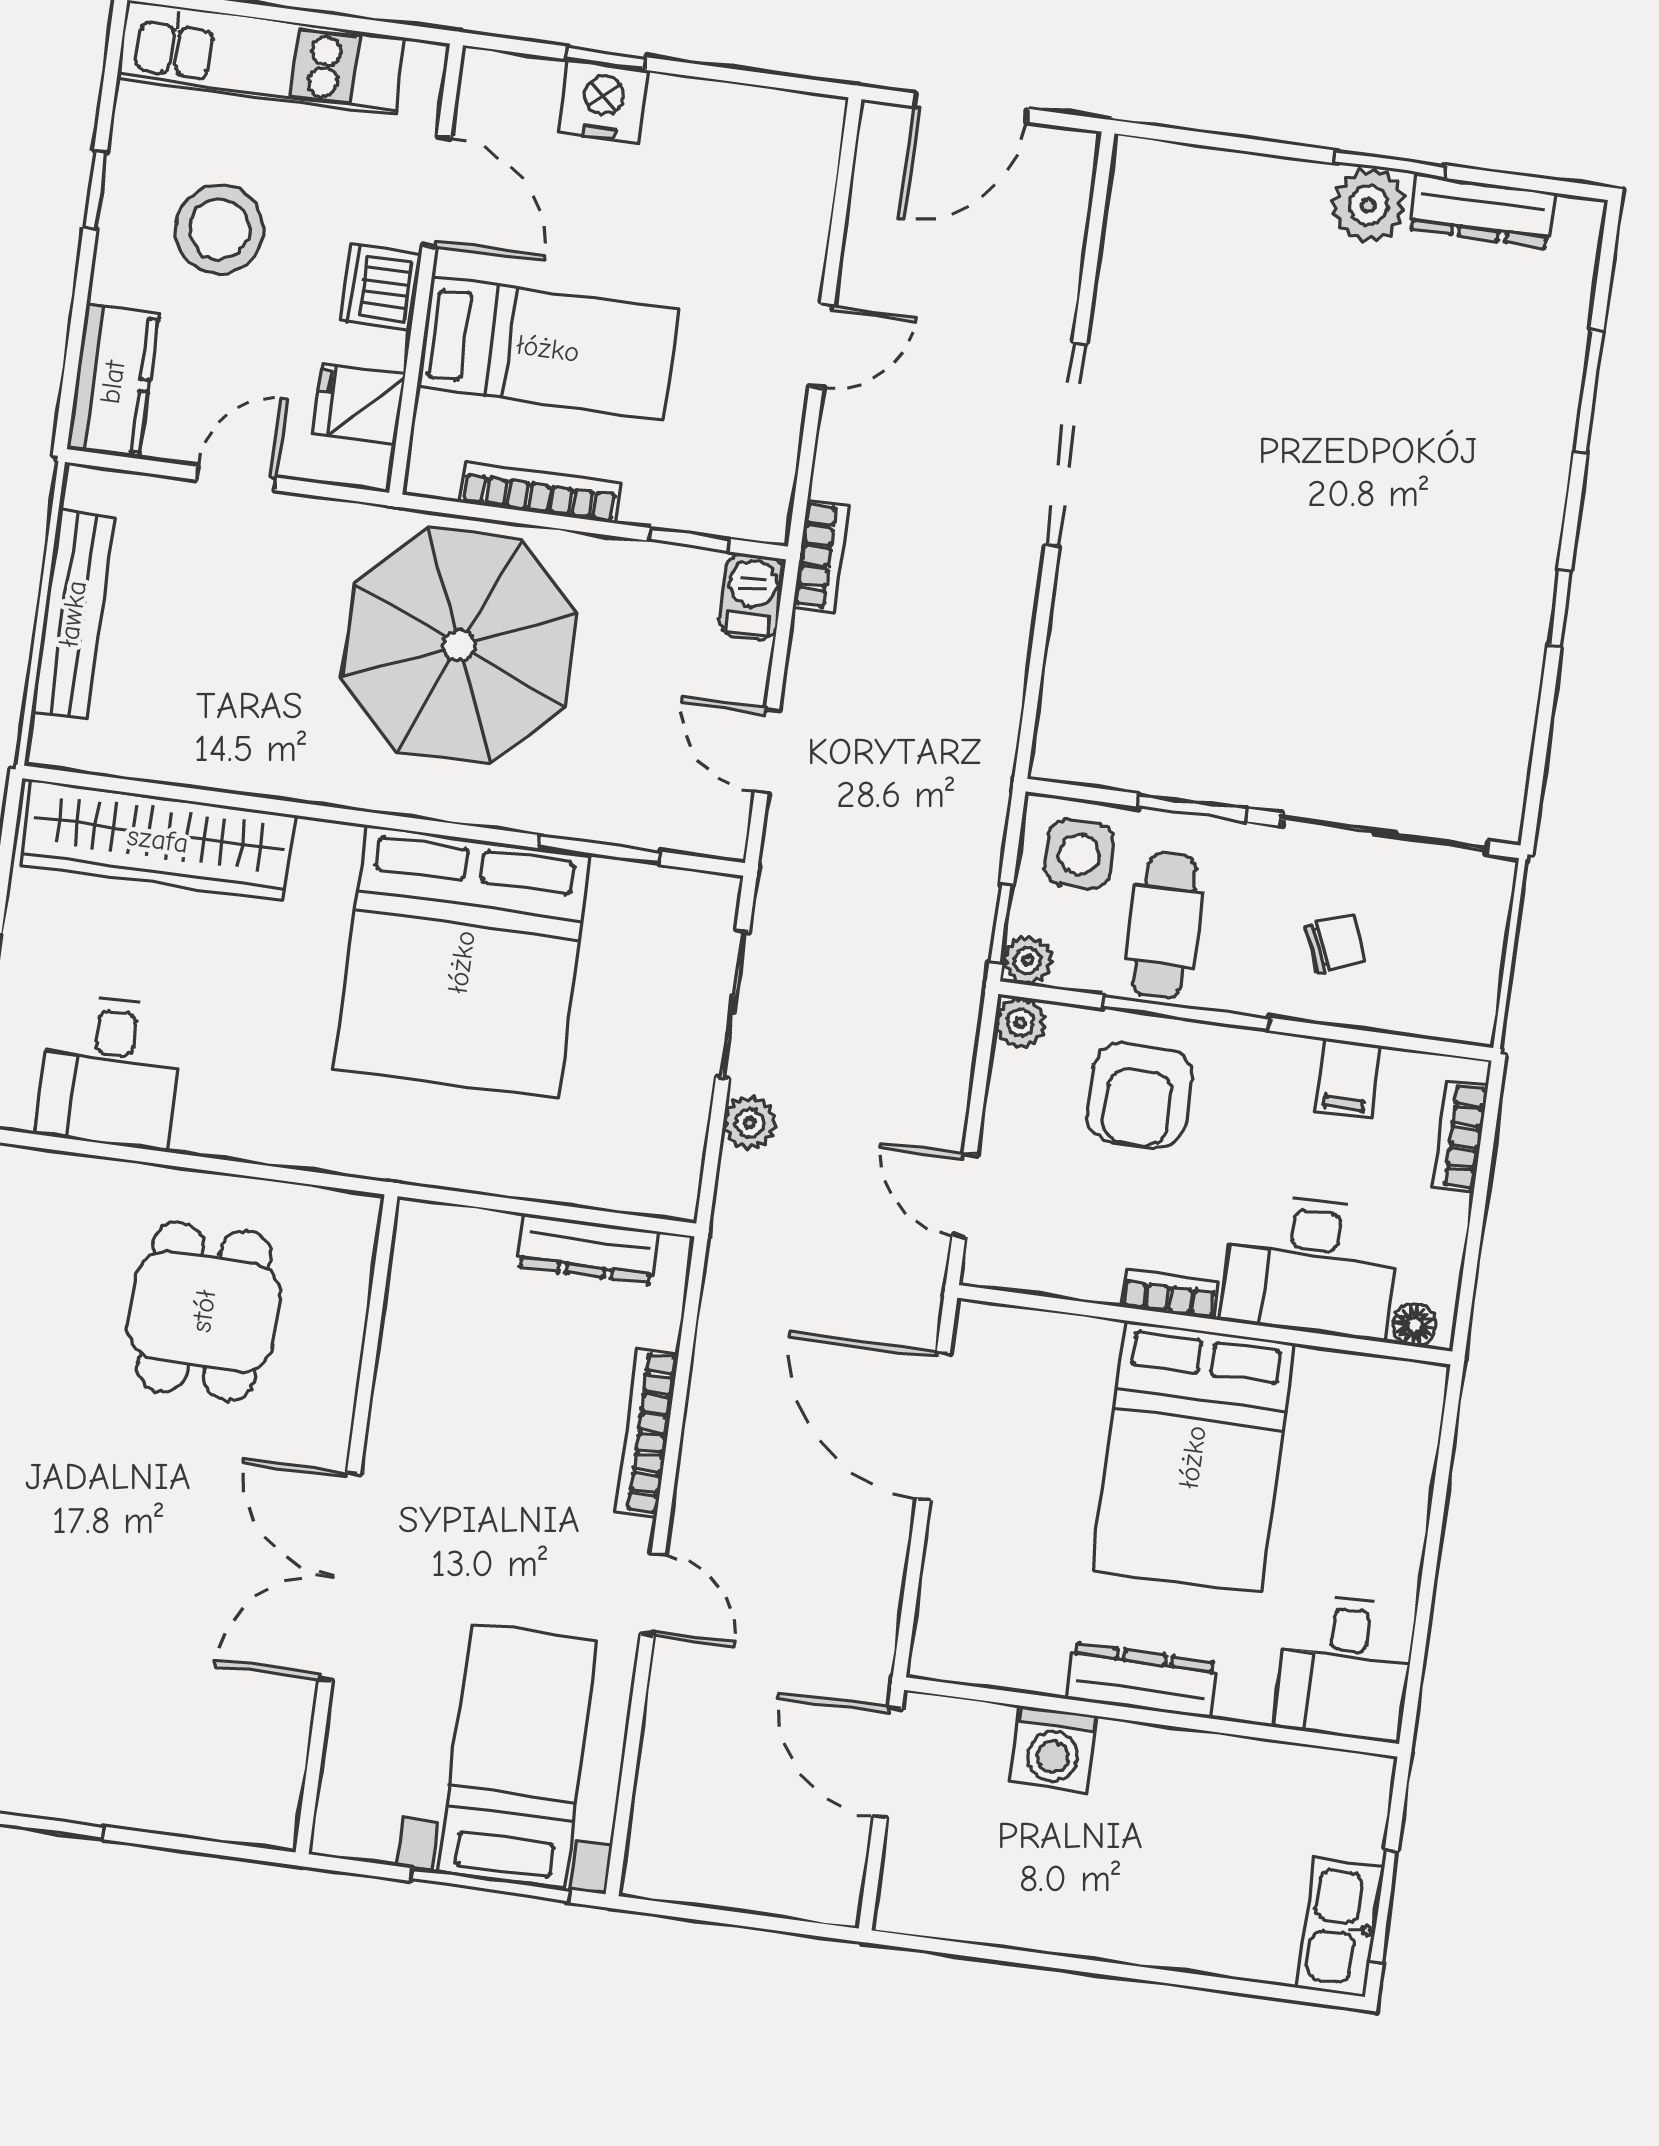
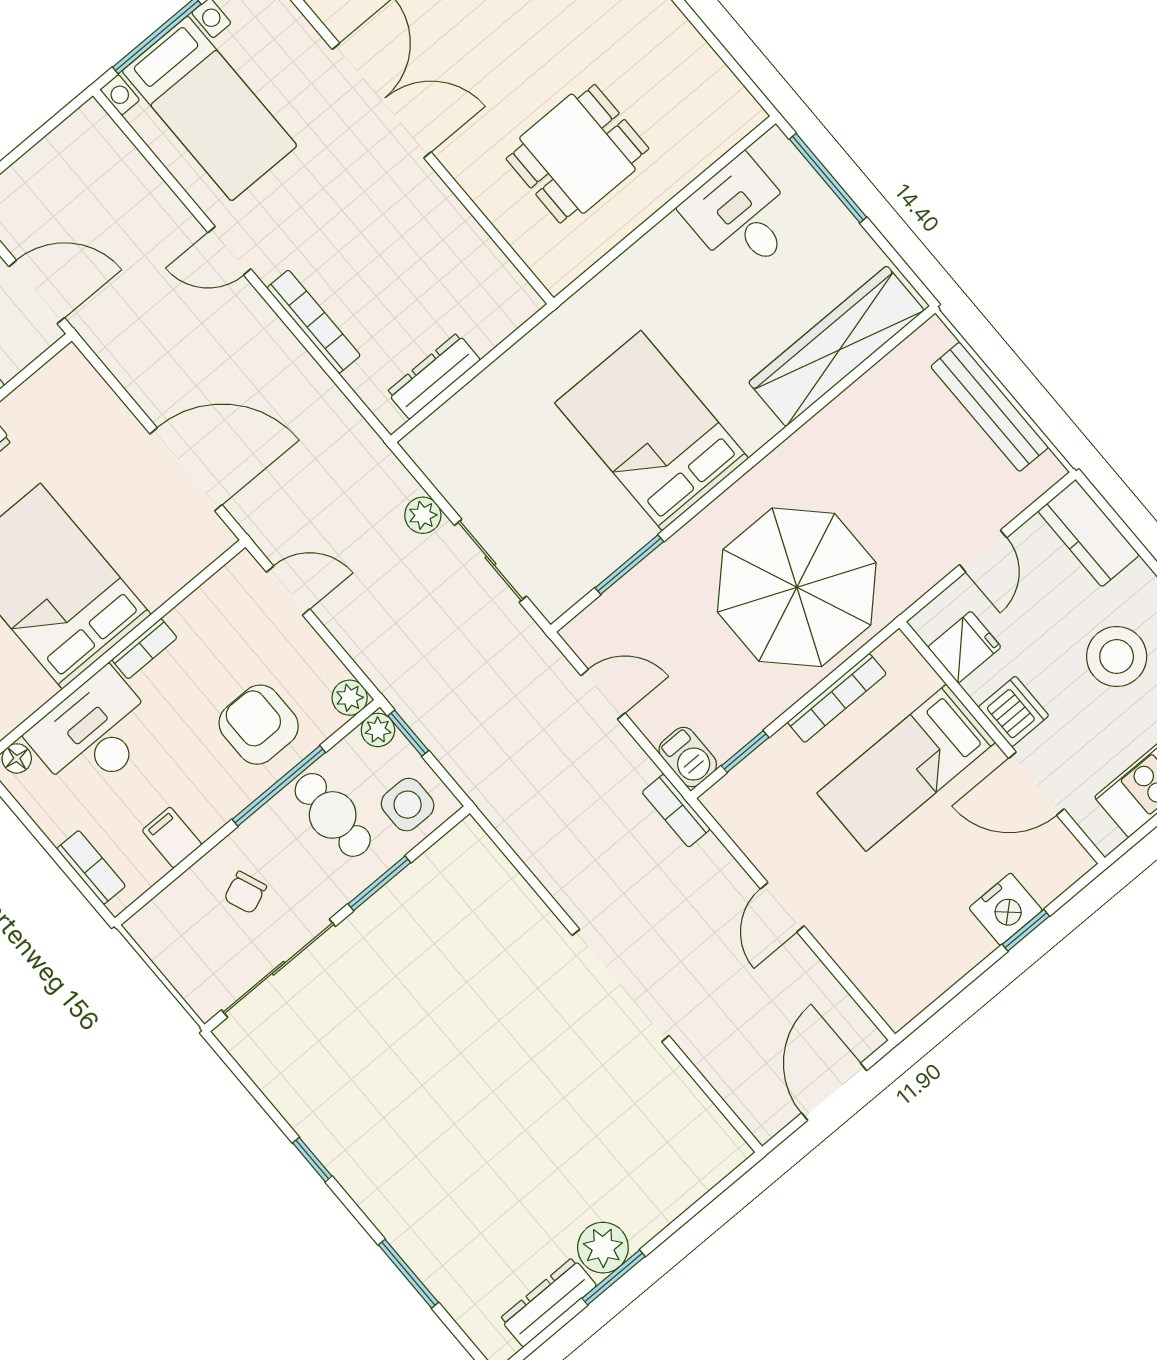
bed: (462, 962) -> (652, 431), width x0.73
dining table: (204, 1311) -> (577, 154), turned 90

